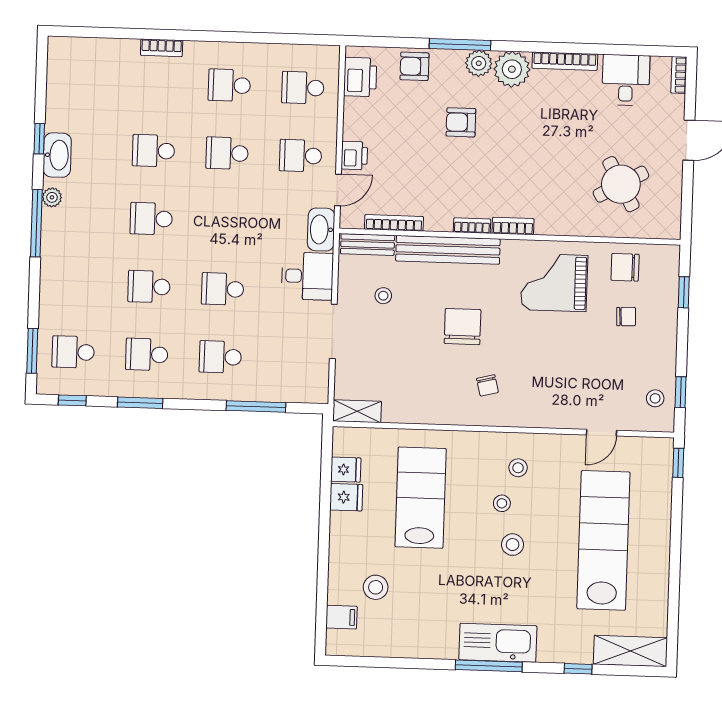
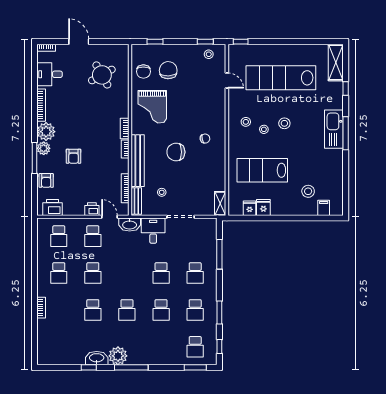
plant: (52, 197) -> (118, 356), width x1.88, depth x1.88
chair: (626, 317) -> (168, 70), width x1.87, depth x1.87

